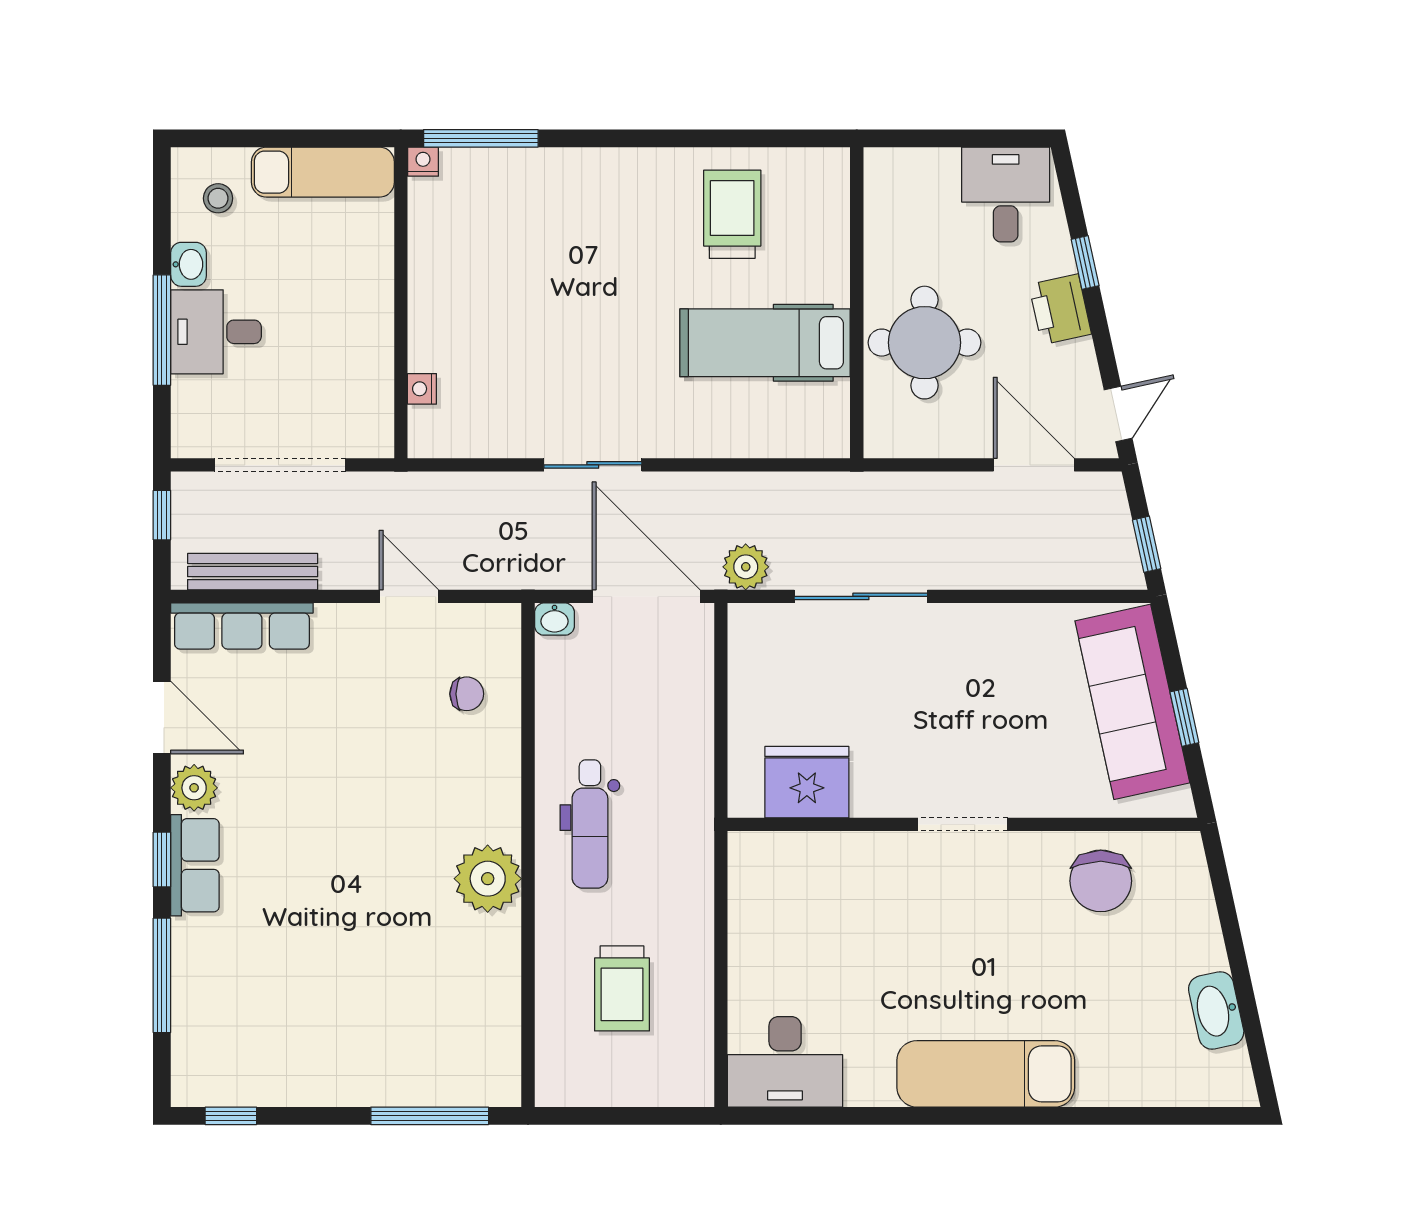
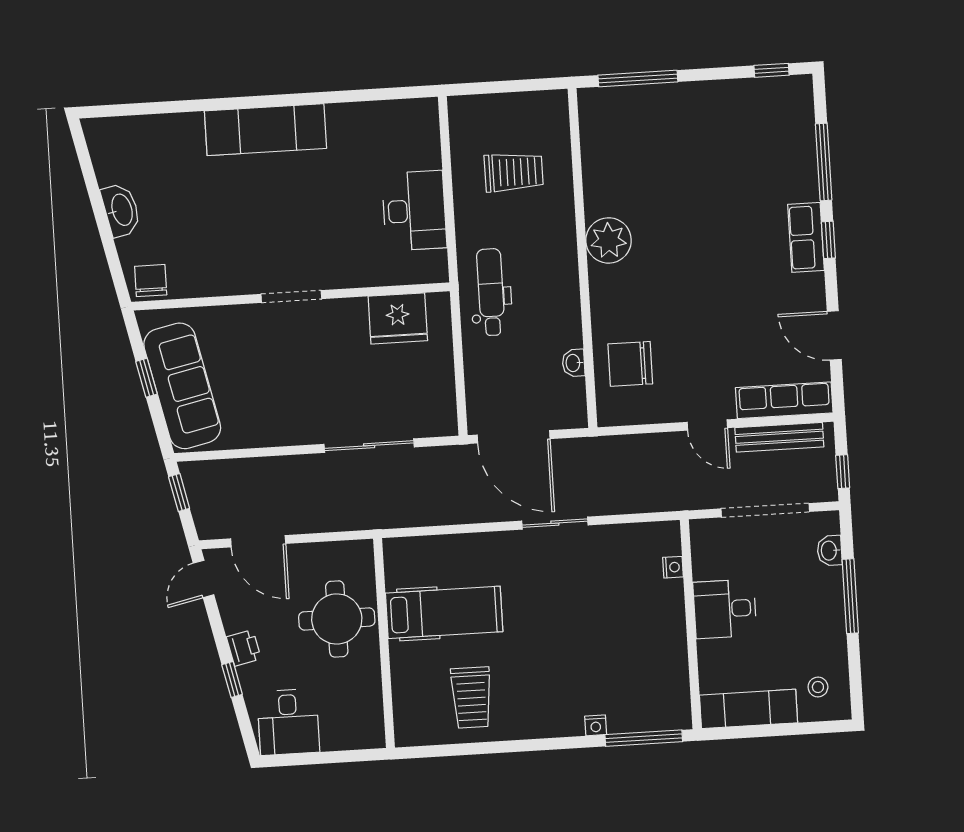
nightstand: (423, 162) -> (596, 725), moved
washbasin: (189, 264) -> (830, 551), moved
printer: (1060, 309) -> (244, 648), width x0.73, depth x0.81
desk: (216, 332) -> (725, 609), moved, turned 180
plant: (746, 567) -> (448, 461), removed
door: (409, 596) -> (707, 425), moved
washbasin: (555, 619) -> (574, 363), moved, turned -90
chair: (467, 694) -> (630, 364), width x1.87, depth x1.87
plant: (194, 788) -> (810, 289), removed
dental chair: (590, 824) -> (491, 292), moved
chair: (1101, 881) -> (151, 281), moved, width x0.73, depth x0.73
trolley: (622, 988) -> (514, 172), turned 90
washbasin: (1216, 1010) -> (121, 210), moved
desk: (785, 1062) -> (414, 211), moved, turned 90

